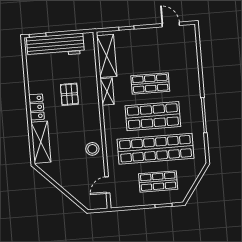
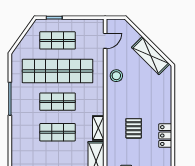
locker: (36, 107) -> (165, 136), moved
shop shelf: (153, 116) -> (58, 102), width x0.70, depth x0.74
shelving: (41, 142) -> (151, 56), moved, turned -45

